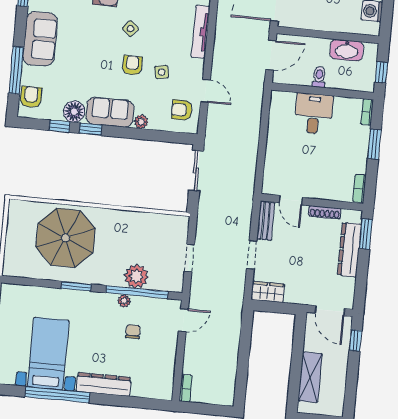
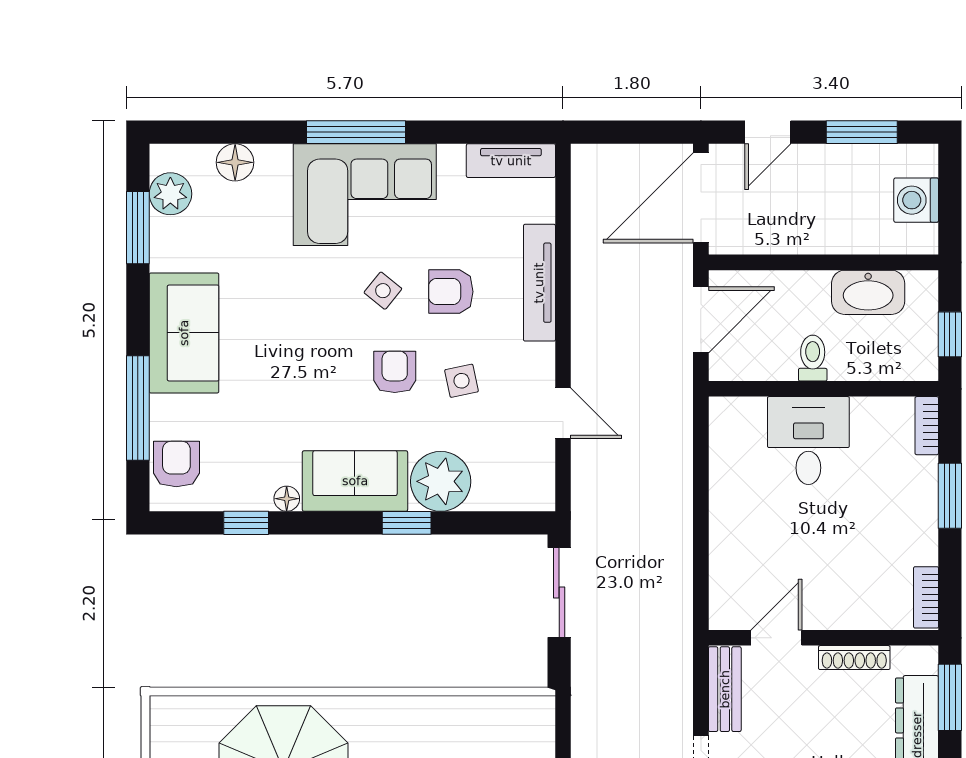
armchair: (182, 110) -> (451, 292), moved
floor lamp: (74, 112) -> (287, 499), width x0.53, depth x0.53
plant: (141, 122) -> (441, 481), width x1.87, depth x1.87
window: (91, 129) -> (407, 523), moved
door: (291, 200) -> (776, 638), swing flipped

